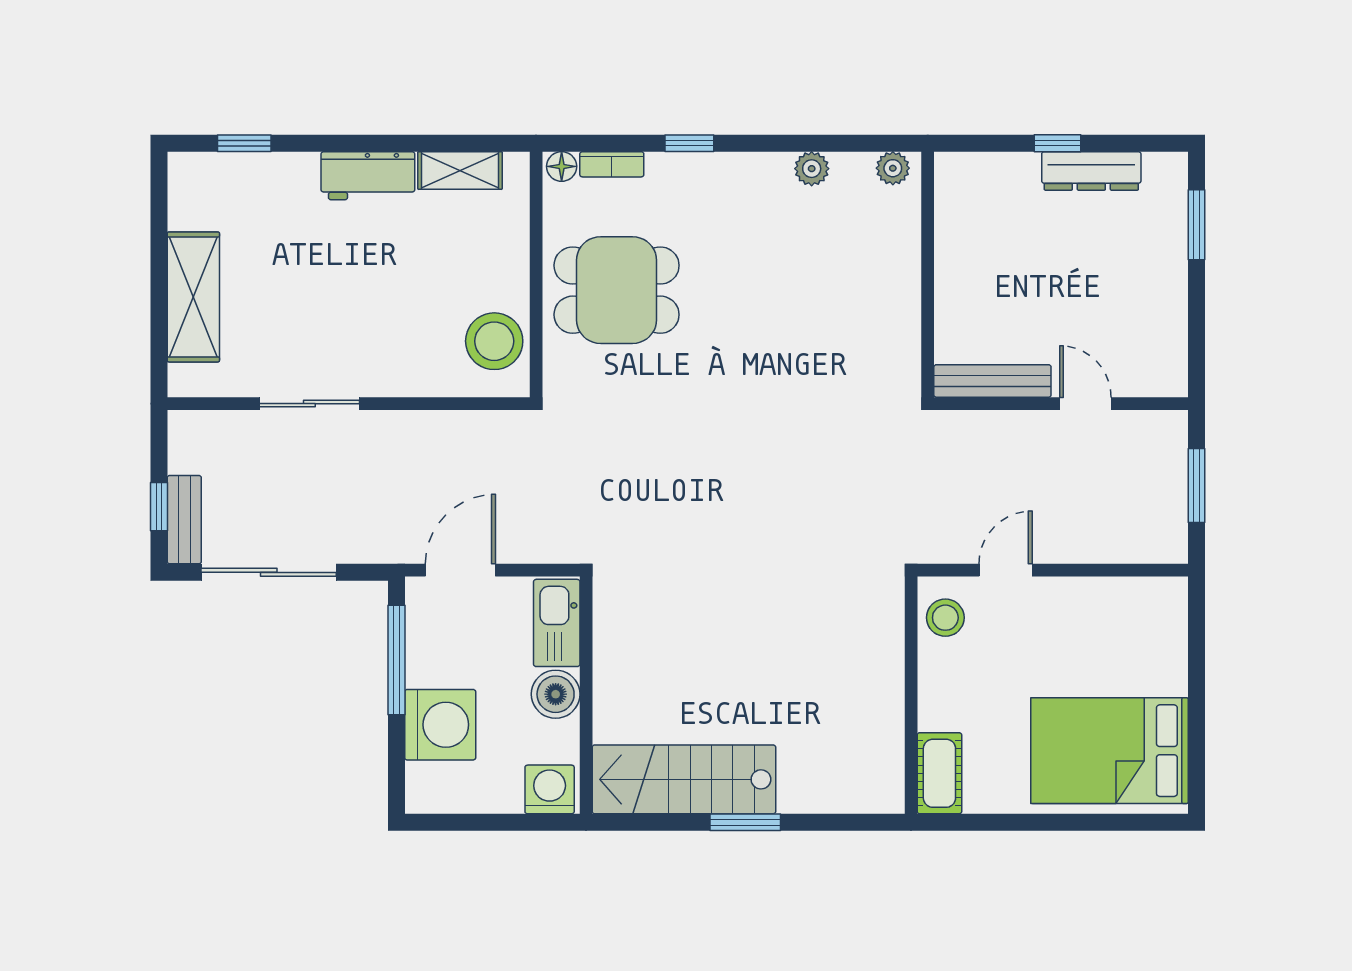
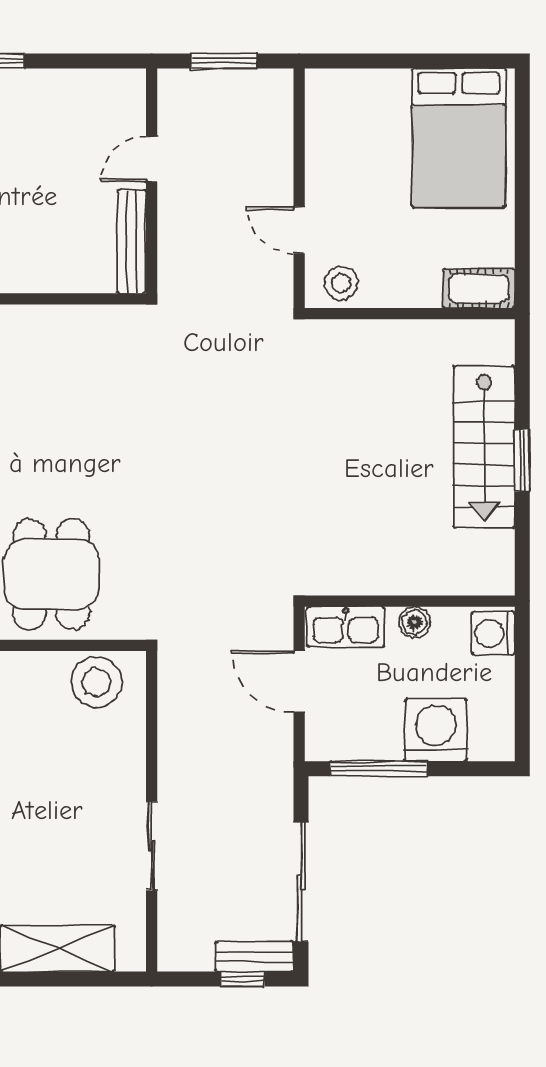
door: (460, 570) -> (299, 681), moved
boiler: (556, 694) -> (415, 622), width x0.73, depth x0.73
stairs: (684, 779) -> (484, 447), moved

